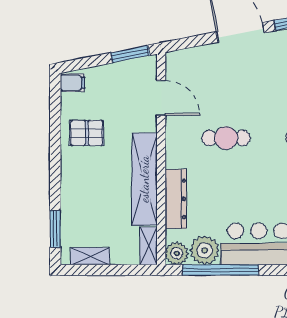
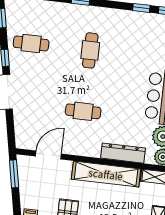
cafe table: (226, 138) -> (83, 111), turned 90

